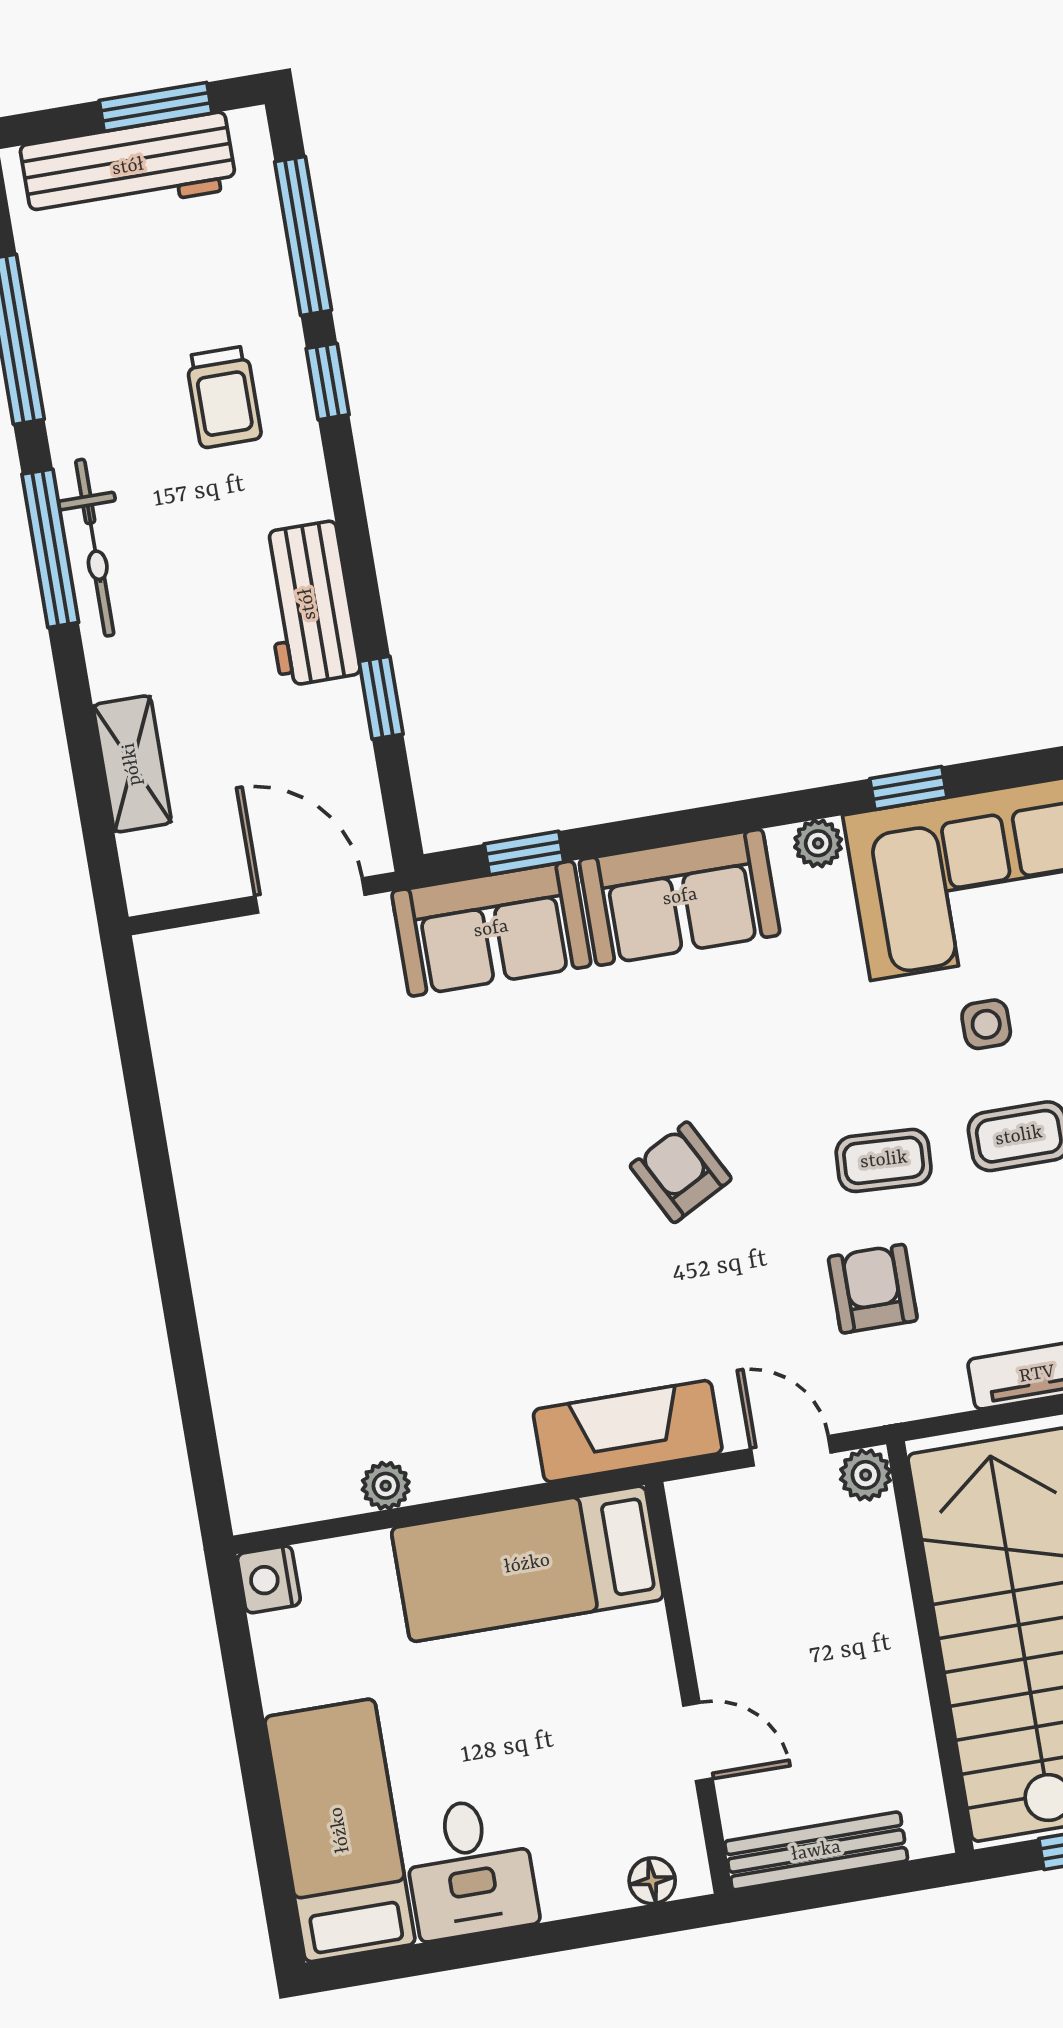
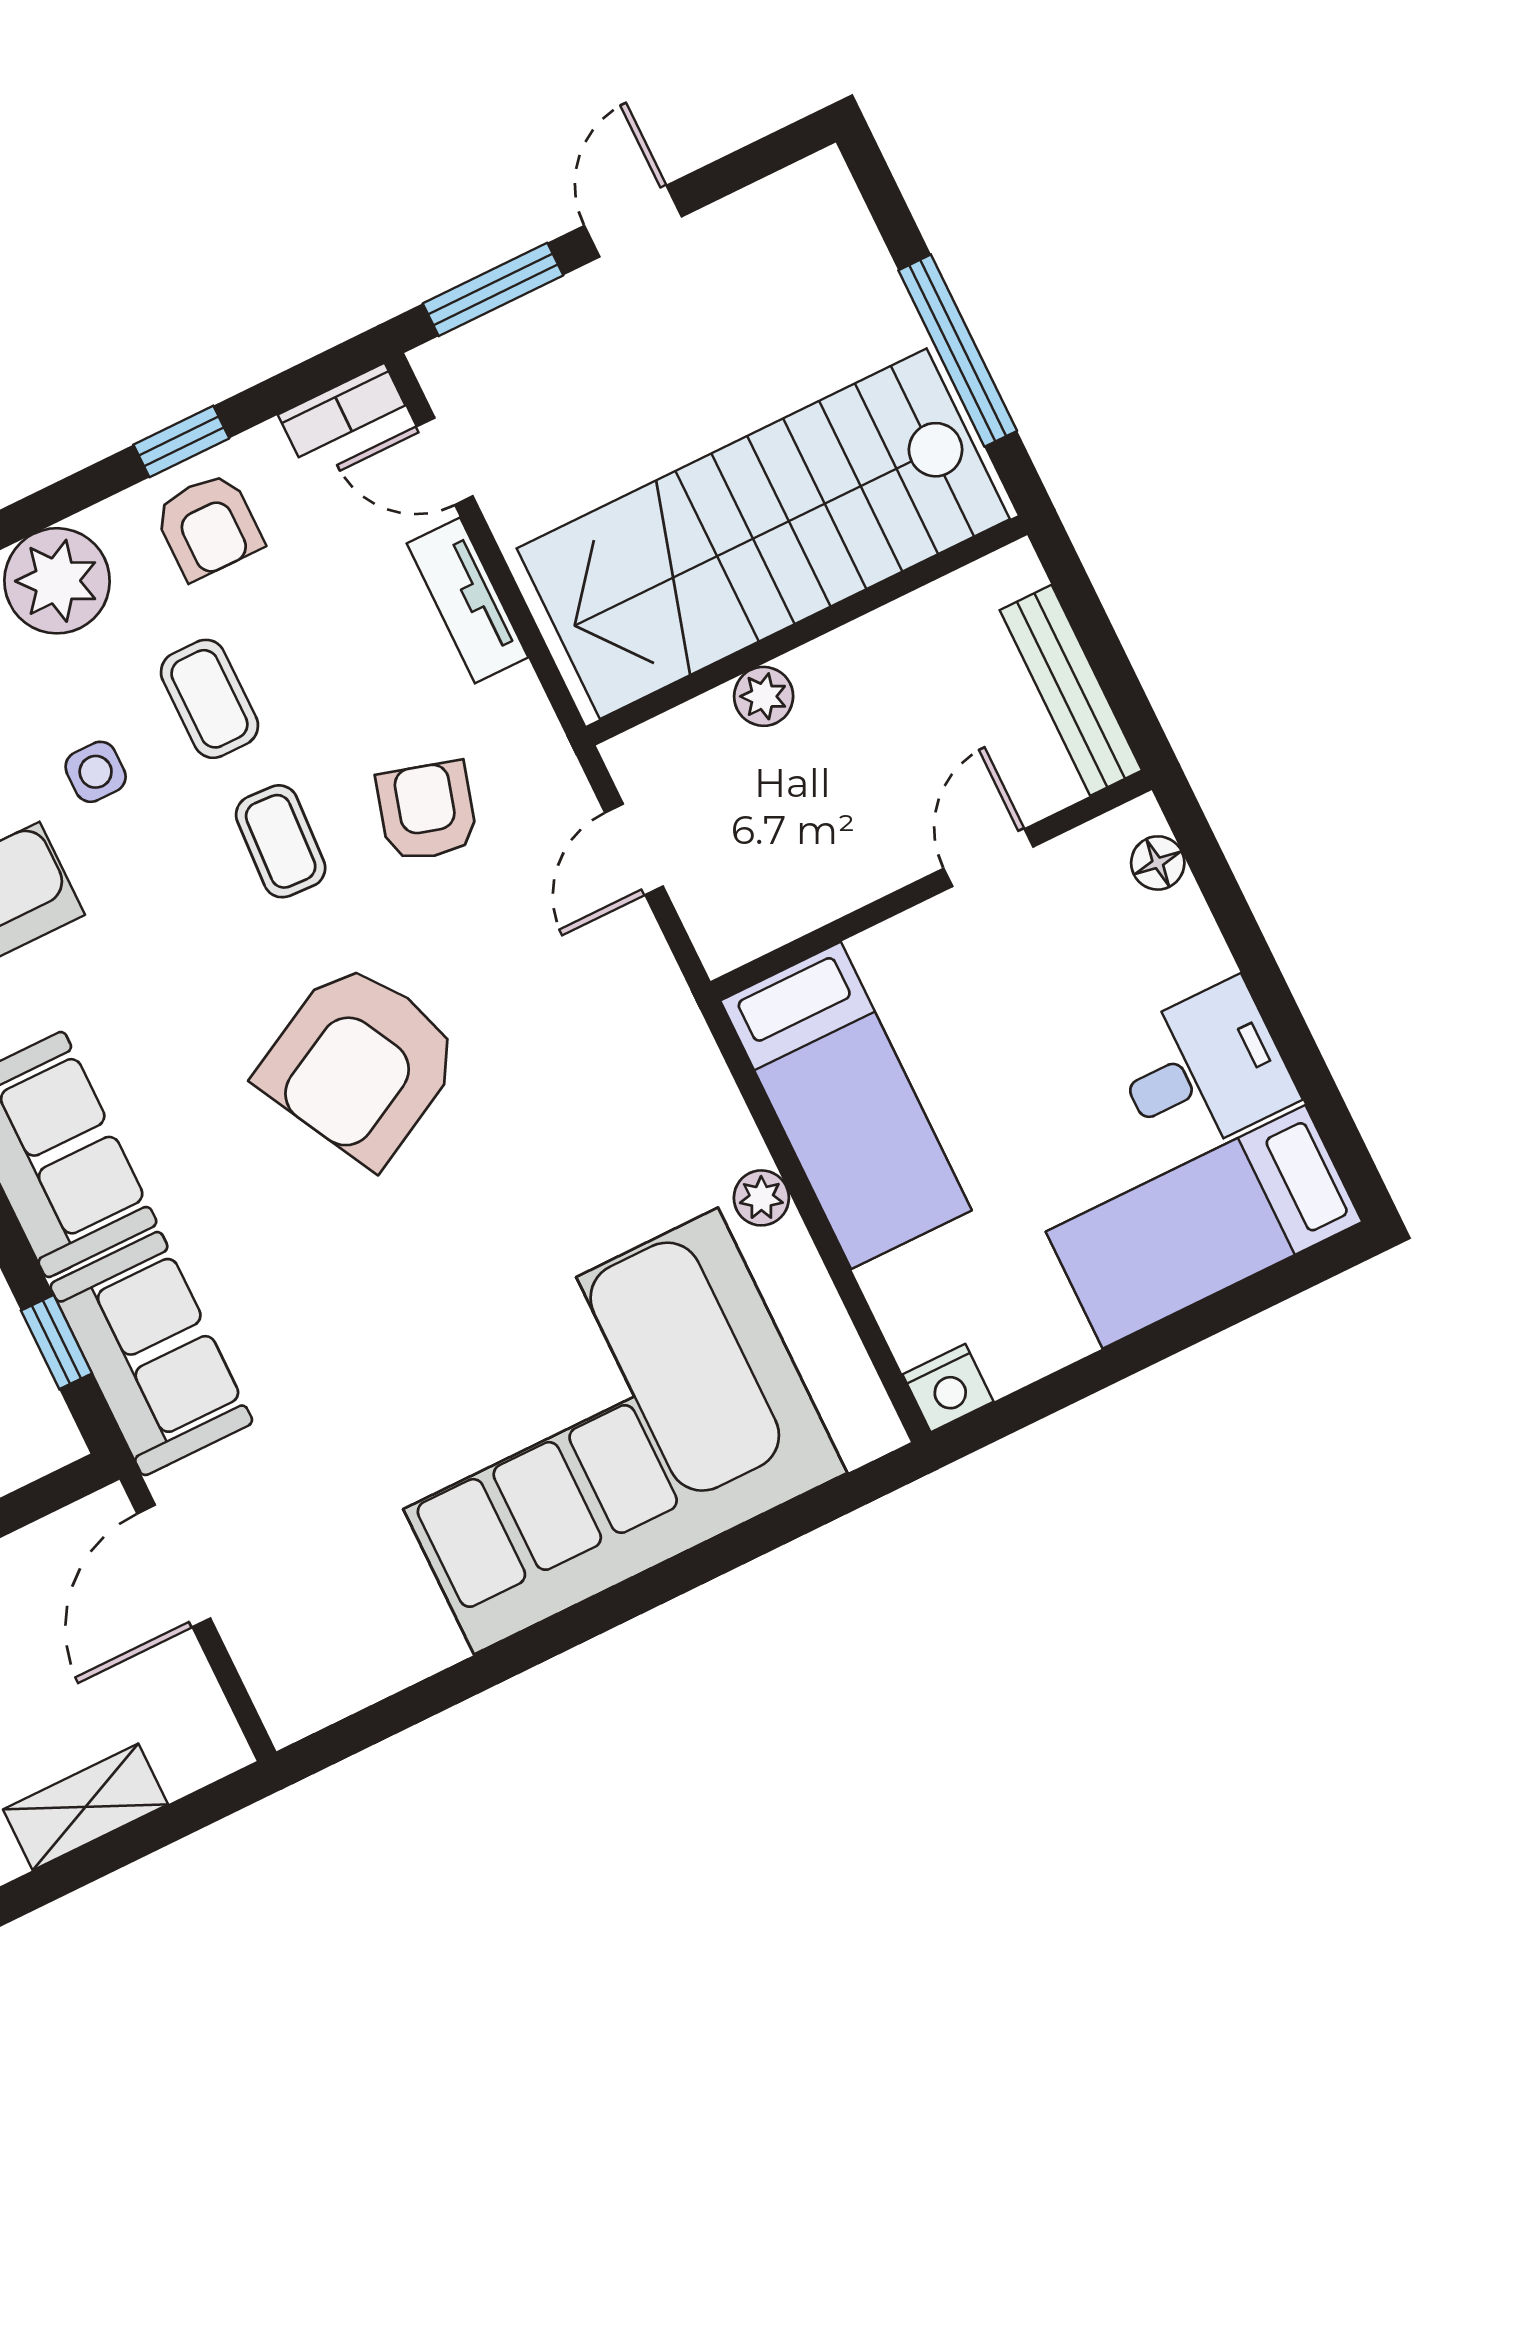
armchair: (681, 1172) -> (360, 1063), width x1.88, depth x1.88
corner sofa: (319, 1278) -> (596, 1431), added
armchair: (873, 1289) -> (427, 811), turned 106
fireplace: (628, 1431) -> (666, 1037), removed
plant: (866, 1475) -> (764, 696), moved
plant: (386, 1486) -> (761, 1198), moved

